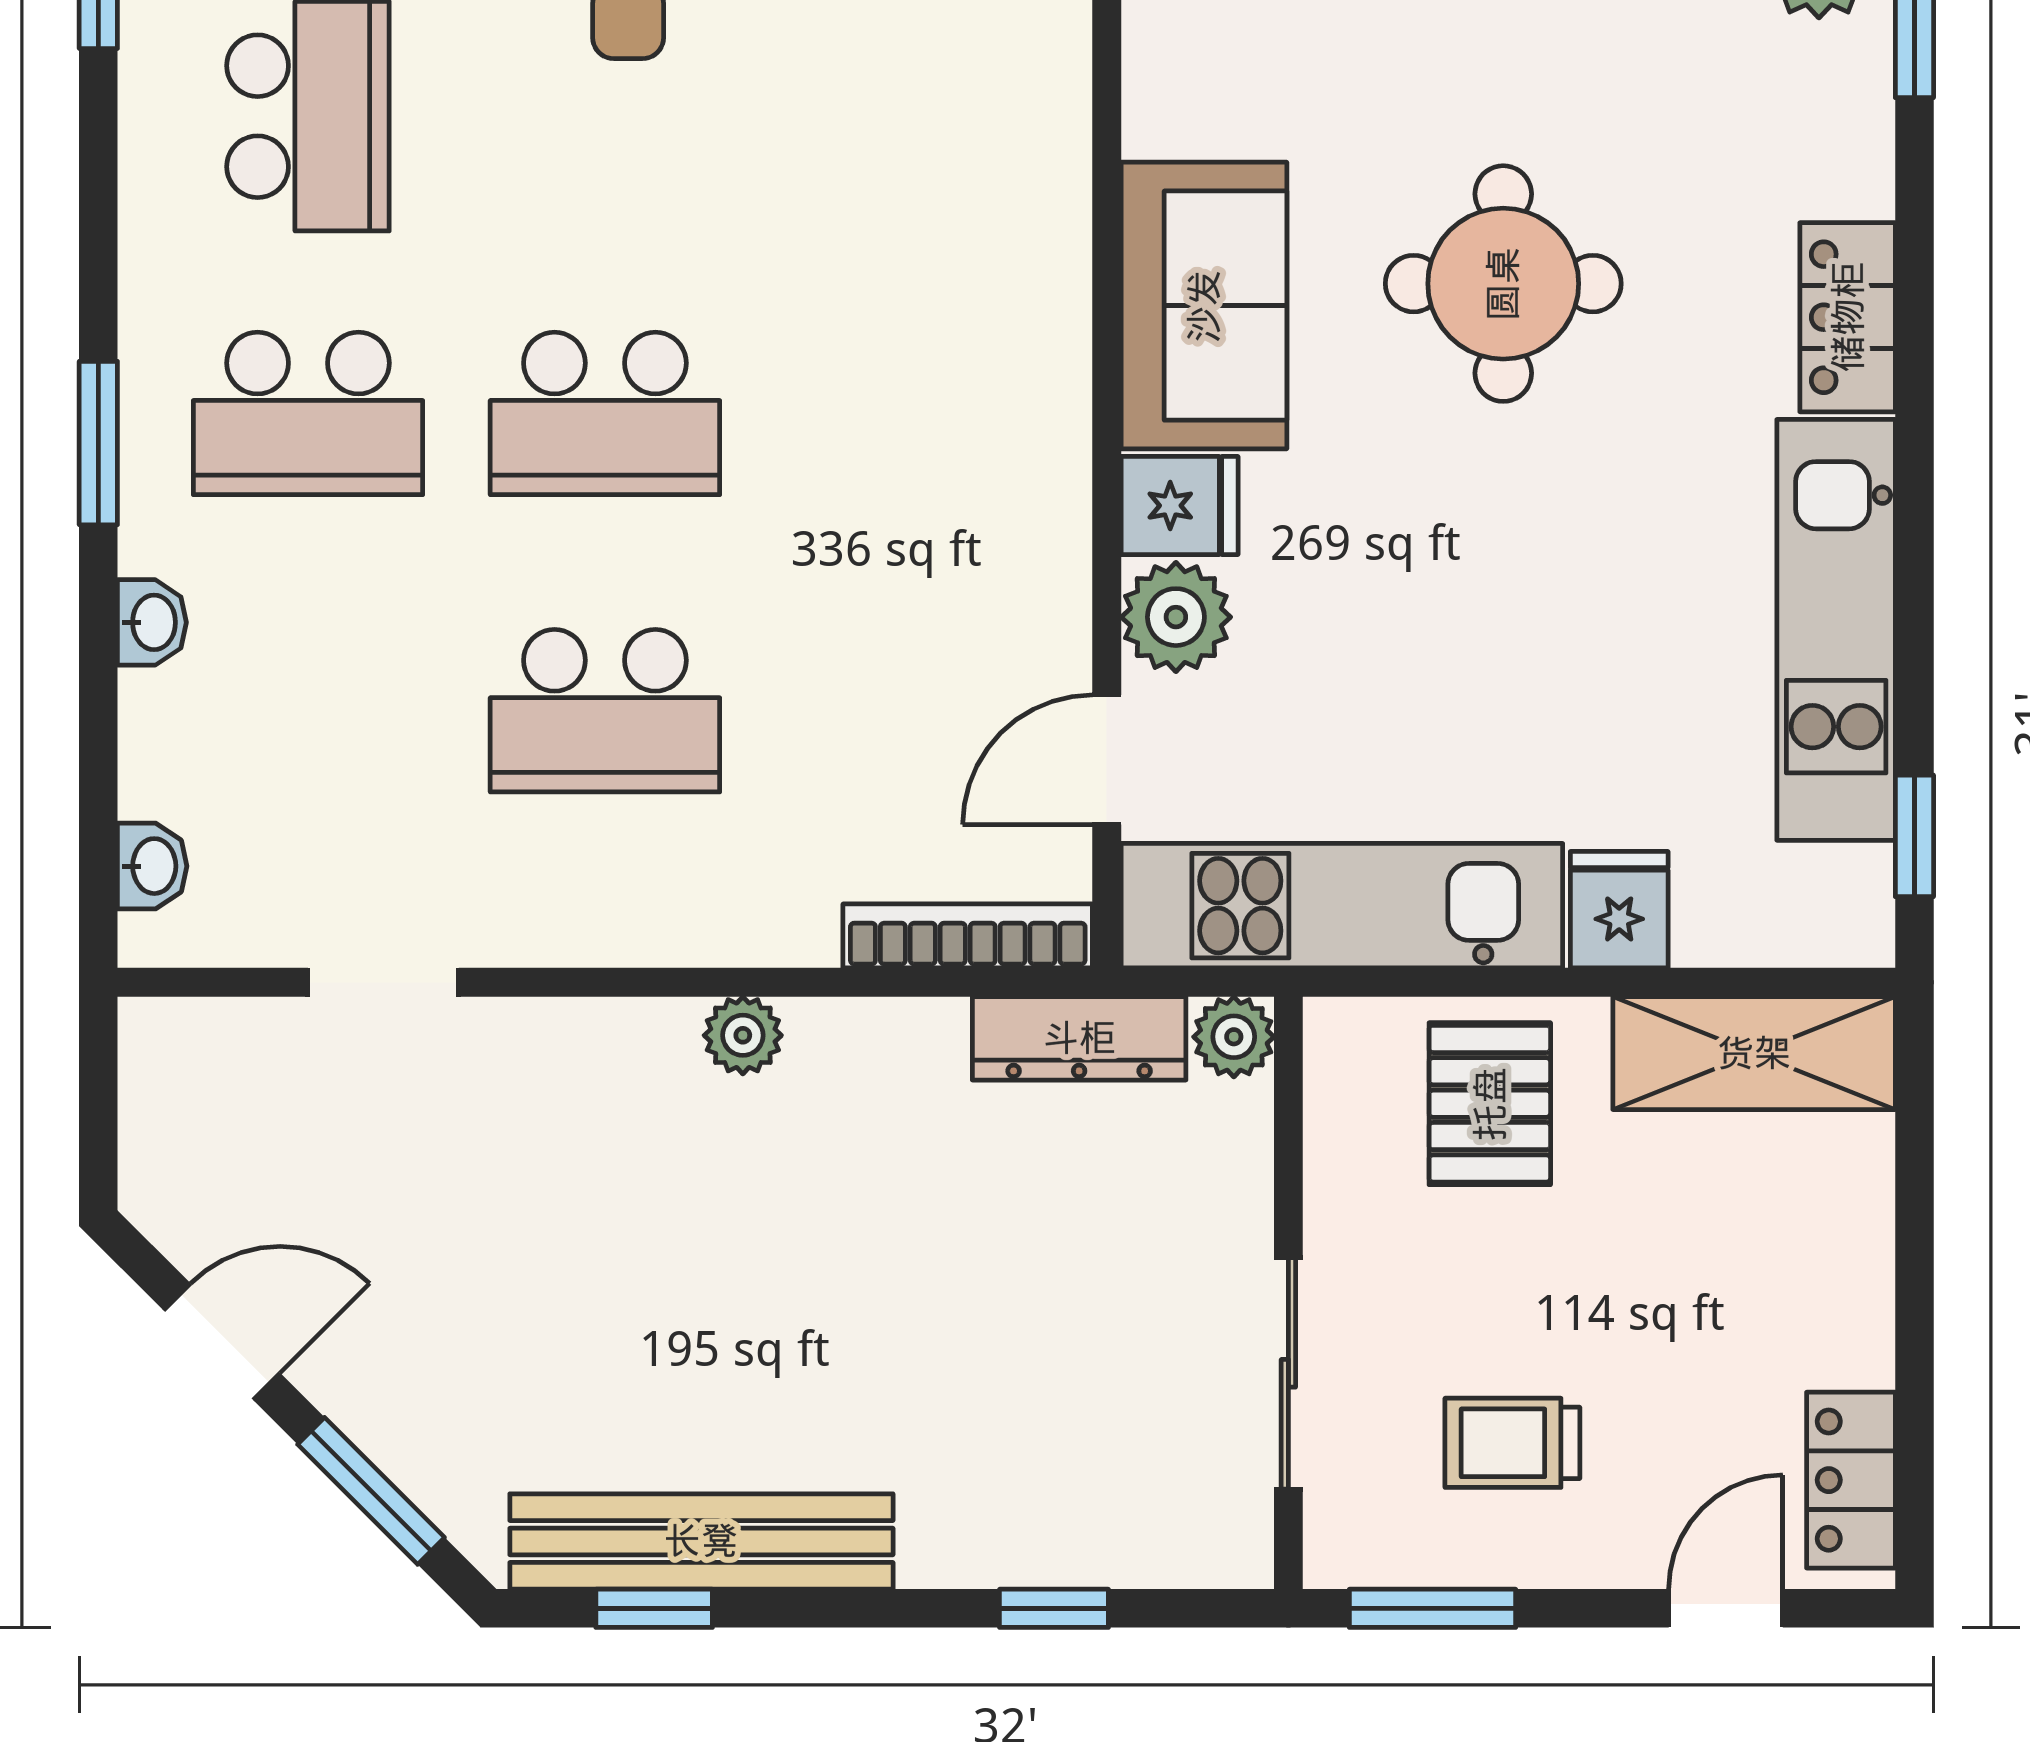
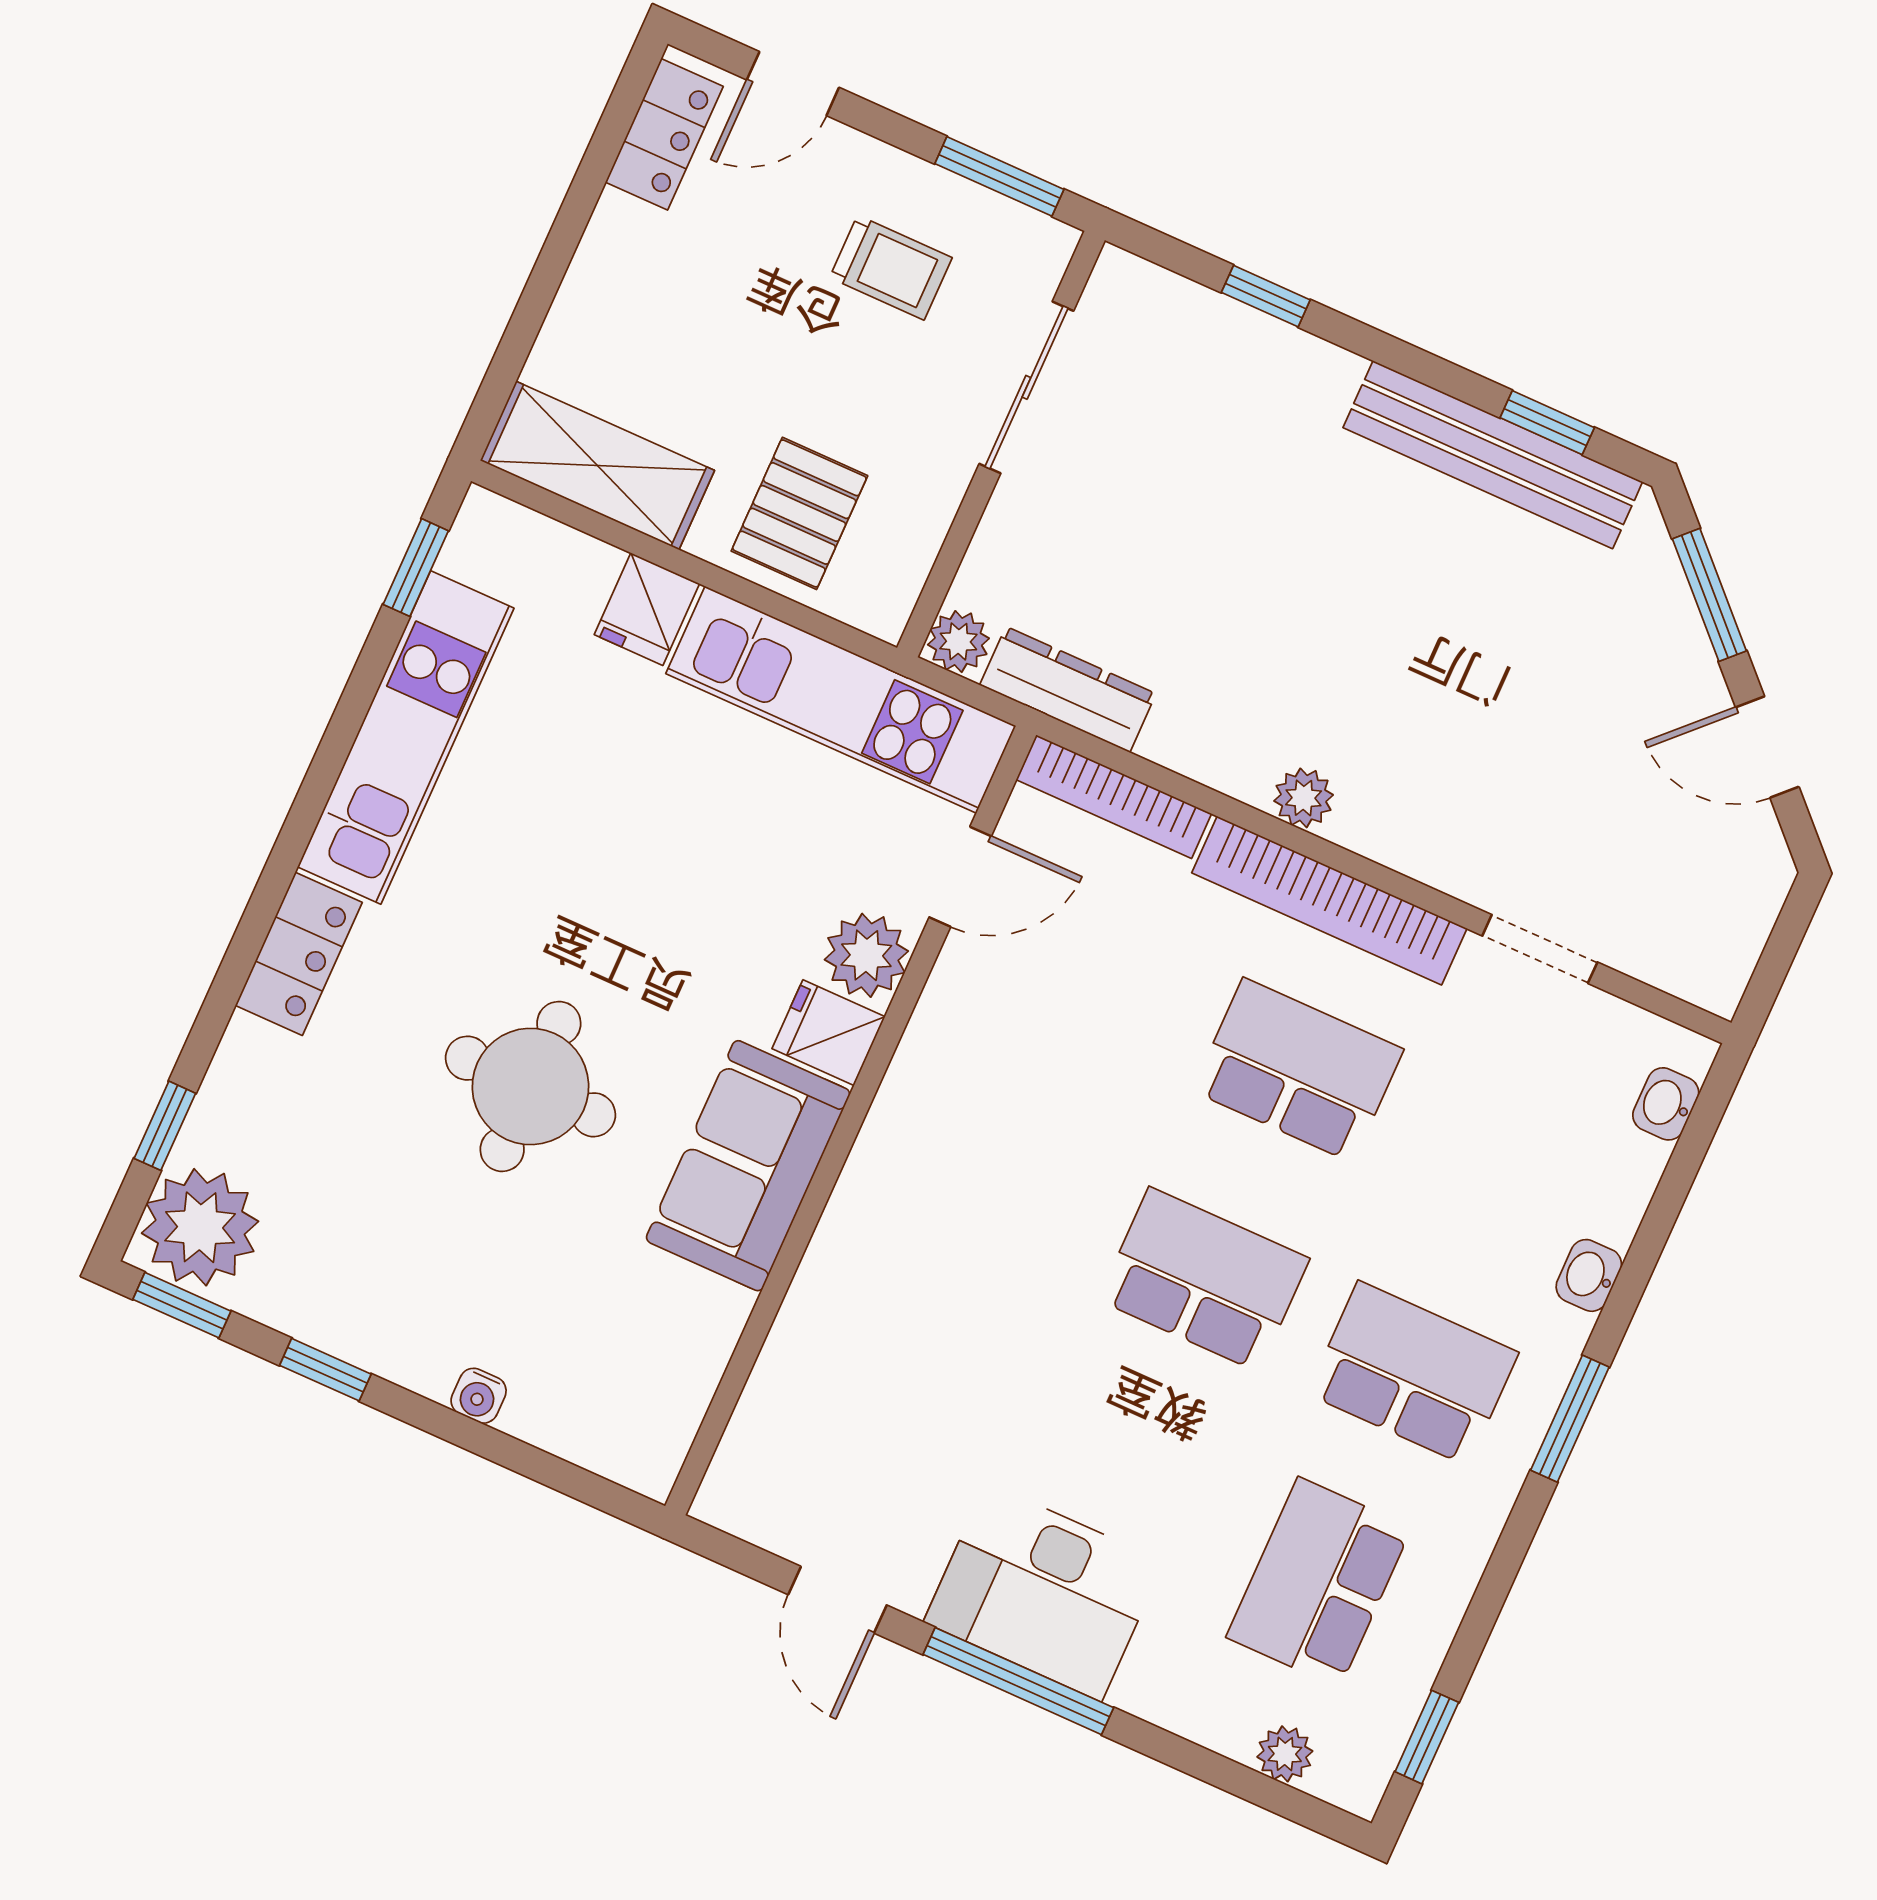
bookcase: (658, 928) -> (1329, 901), added

